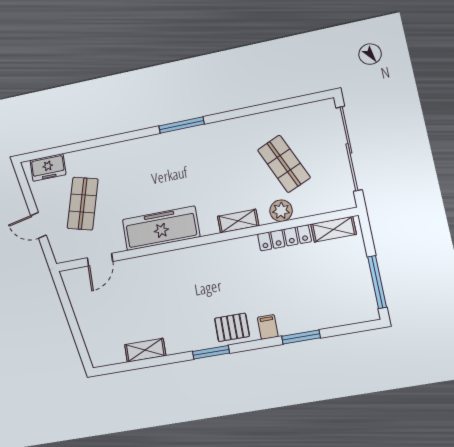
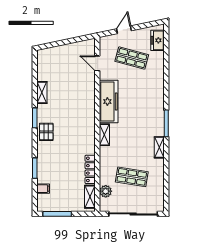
shelving: (224, 128) -> (159, 147), added
shop shelf: (284, 164) -> (132, 177), turned 33
plant: (281, 211) -> (106, 191), moved
shelving: (238, 221) -> (104, 135), moved
filing cabinet: (268, 327) -> (43, 189), moved
shelving: (145, 350) -> (42, 93), moved

